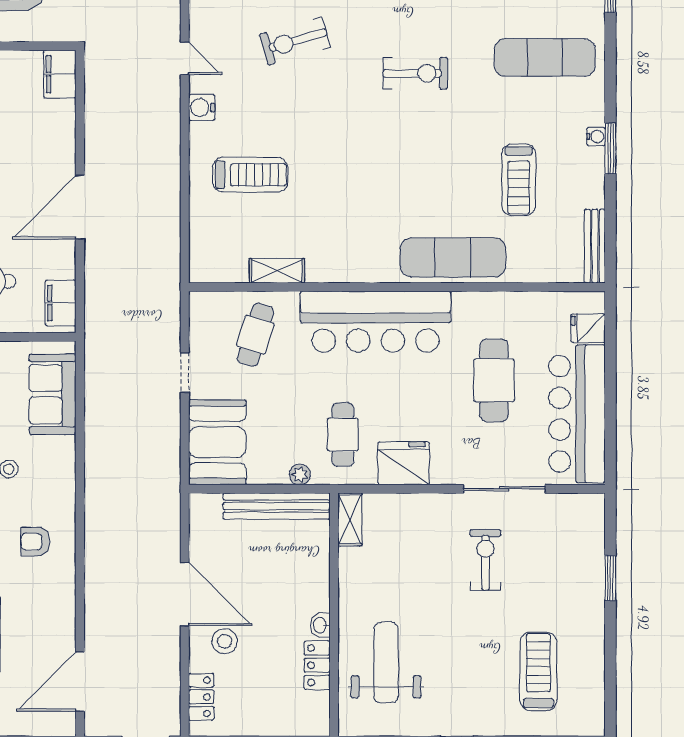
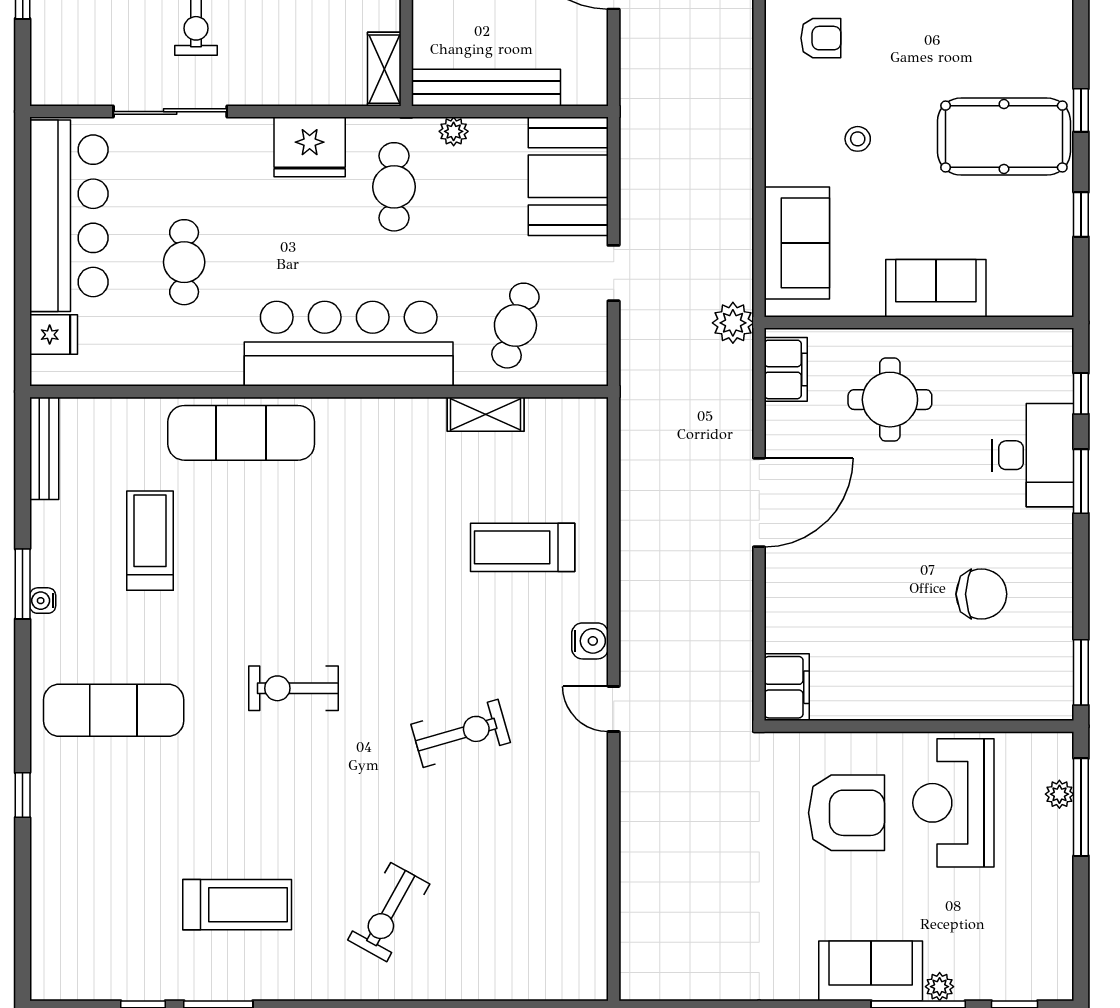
plant: (99, 337) -> (733, 323), added
cafe table: (494, 380) -> (184, 262), width x0.73, depth x0.74

